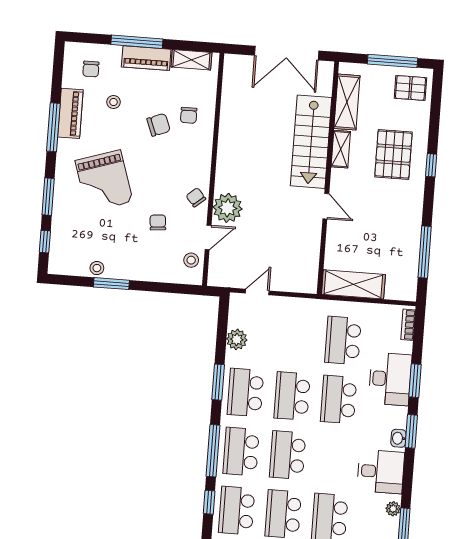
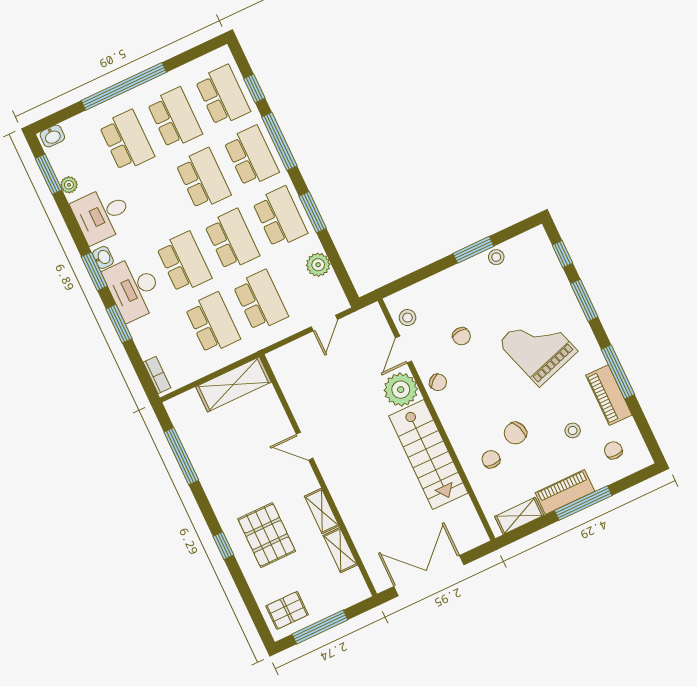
shelving: (347, 102) -> (340, 550), width x0.67, depth x0.75
stairs: (311, 142) -> (428, 454), moved, turned 180
school desk: (296, 337) -> (260, 301), added
desk: (390, 379) -> (134, 288), moved

